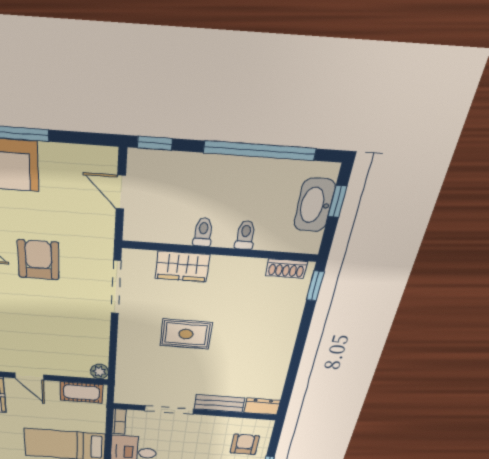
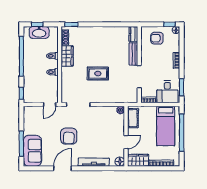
door: (121, 192) -> (50, 105), moved
armchair: (38, 260) -> (69, 136), turned -90
wardrobe: (182, 266) -> (67, 56), moved
rug: (186, 334) -> (98, 74), turned 90

